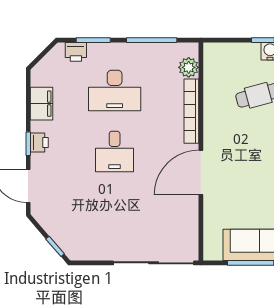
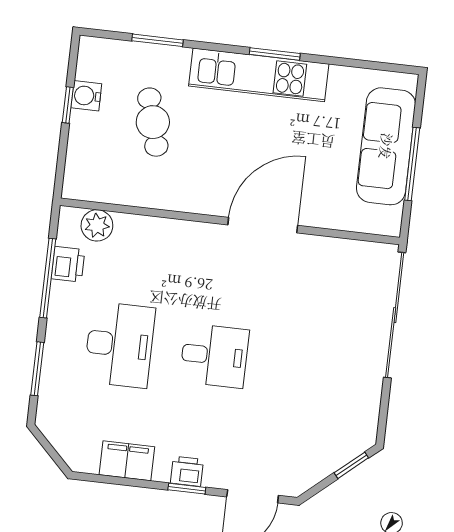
printer: (76, 52) -> (68, 264), moved
bookcase: (191, 111) -> (166, 229), removed
door: (201, 173) -> (263, 225), swing flipped

